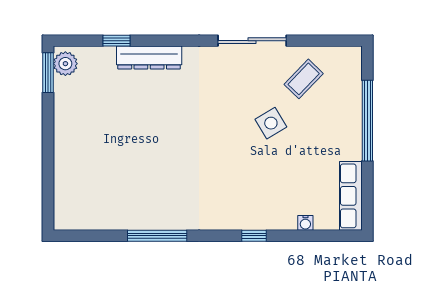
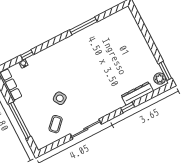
window: (116, 41) -> (128, 107), moved
dresser: (149, 58) -> (137, 93), moved
window: (254, 236) -> (27, 55), moved

